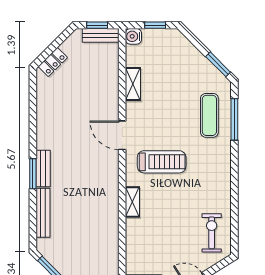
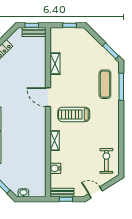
water cooler: (133, 36) -> (55, 168), moved
treadmill: (162, 162) -> (74, 114), turned 180

